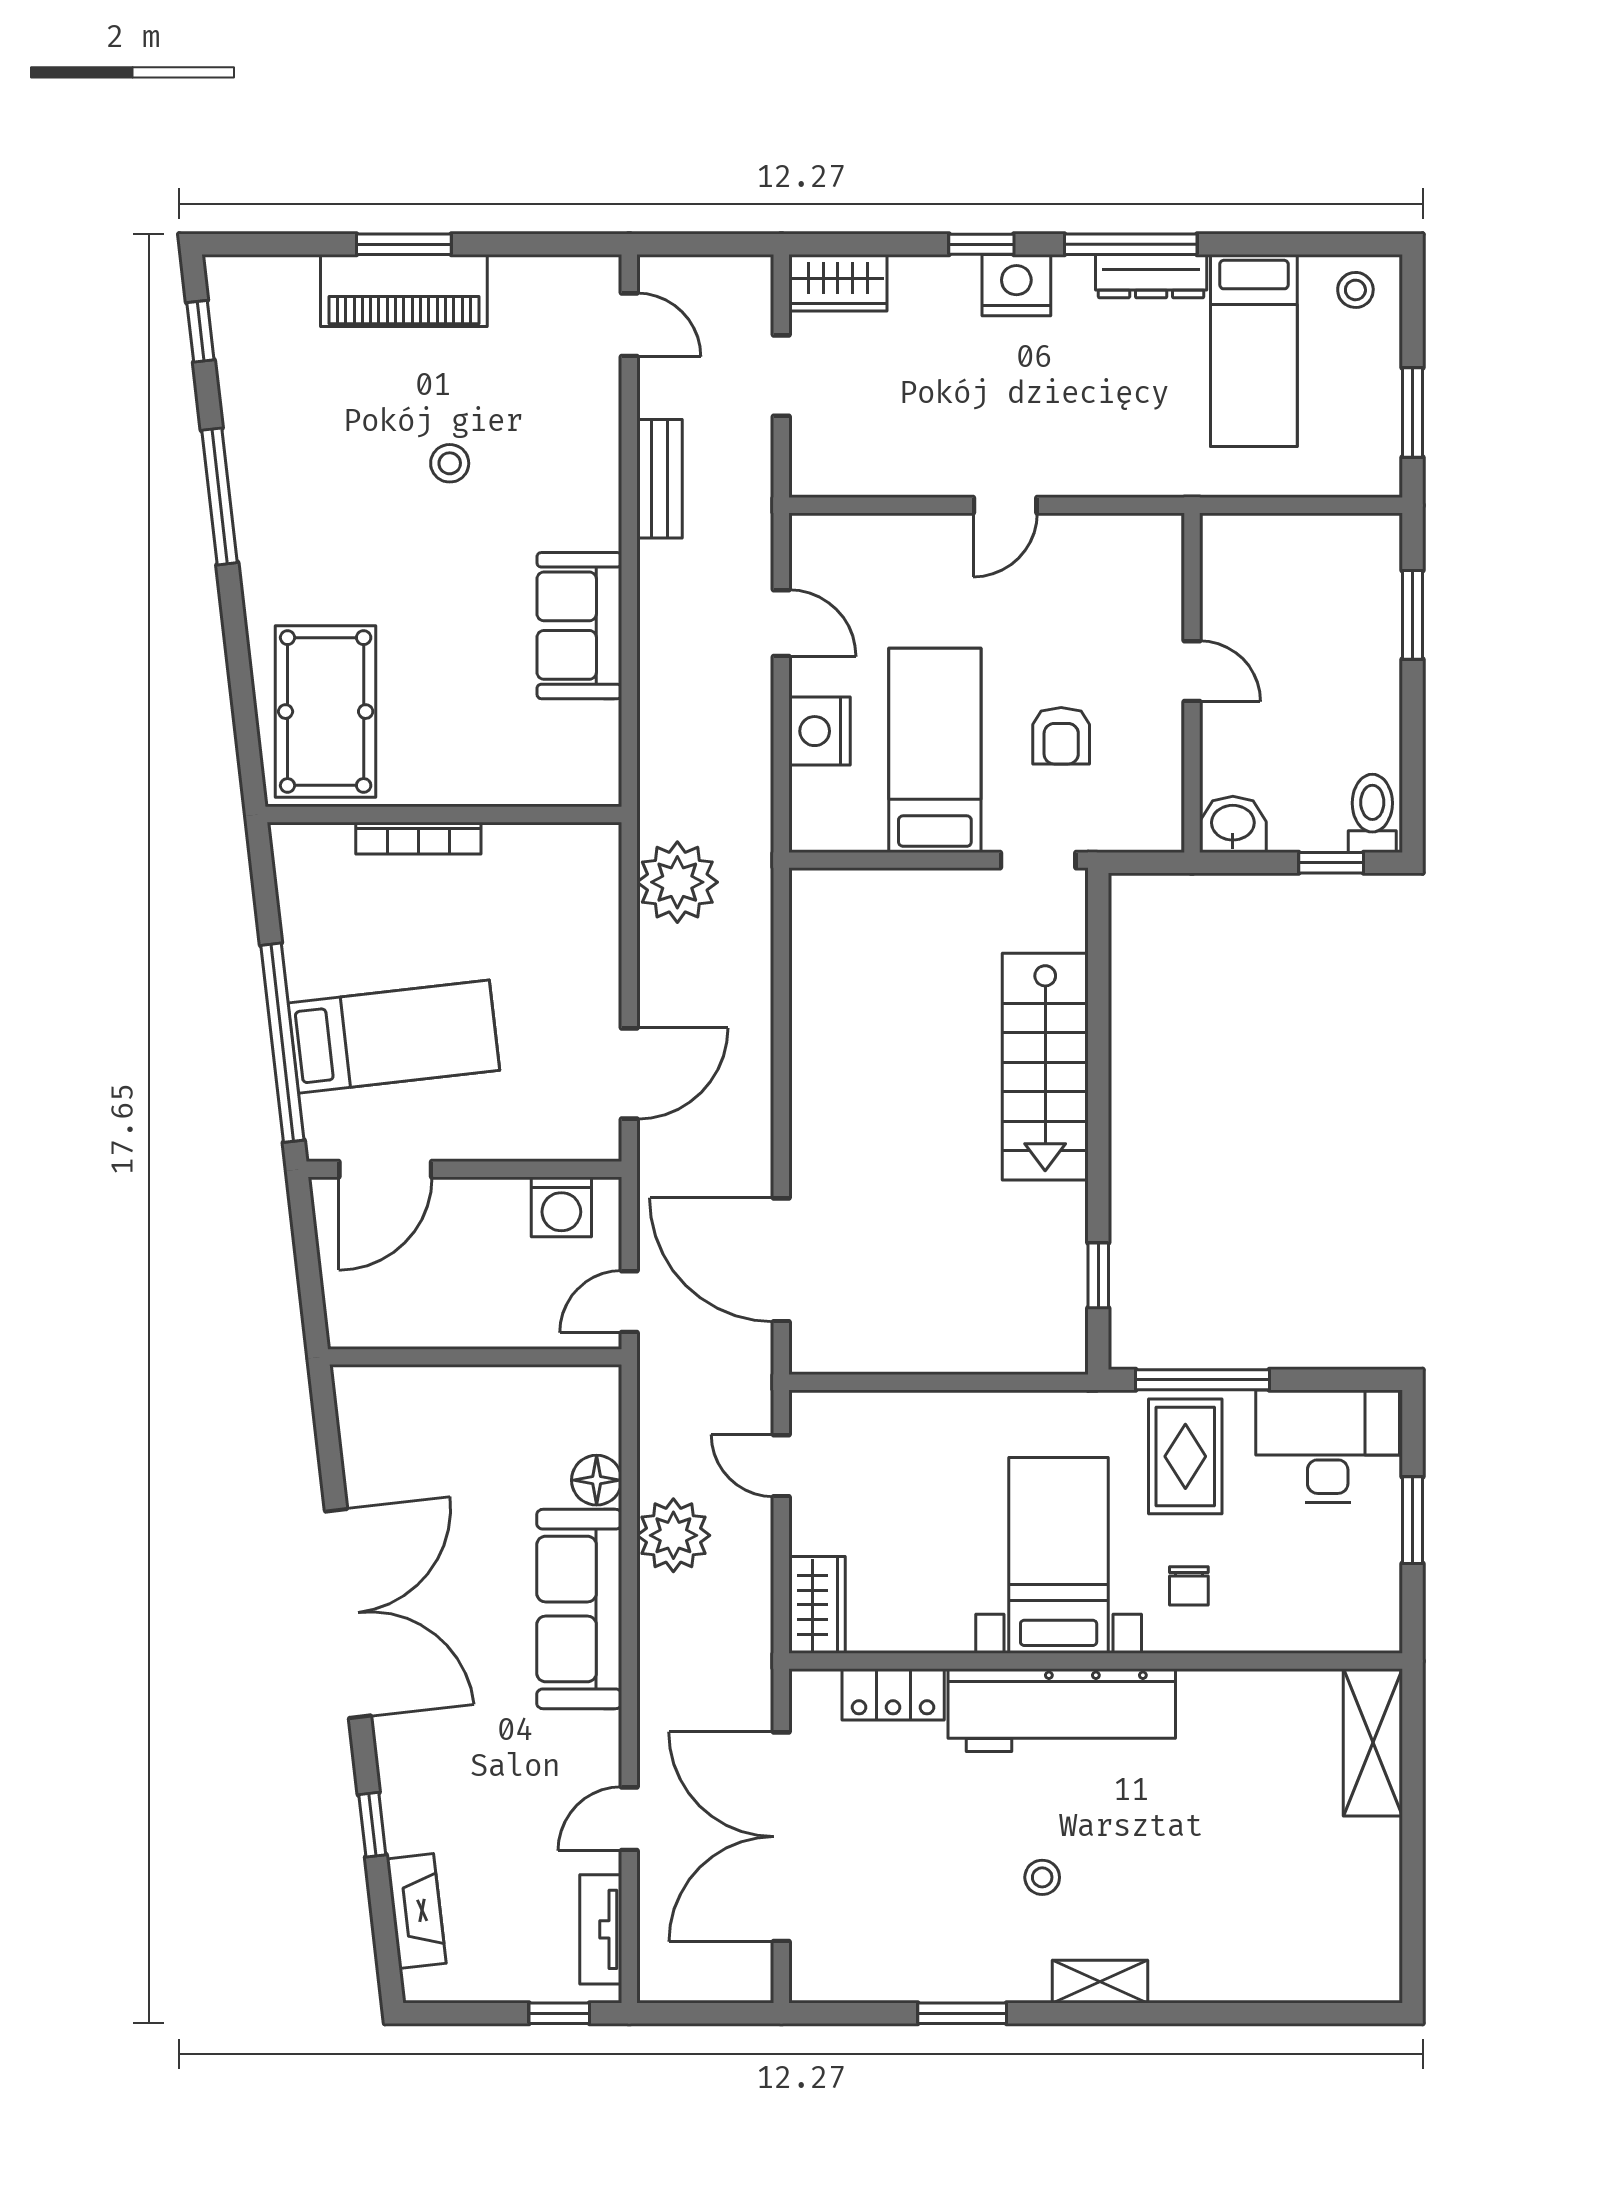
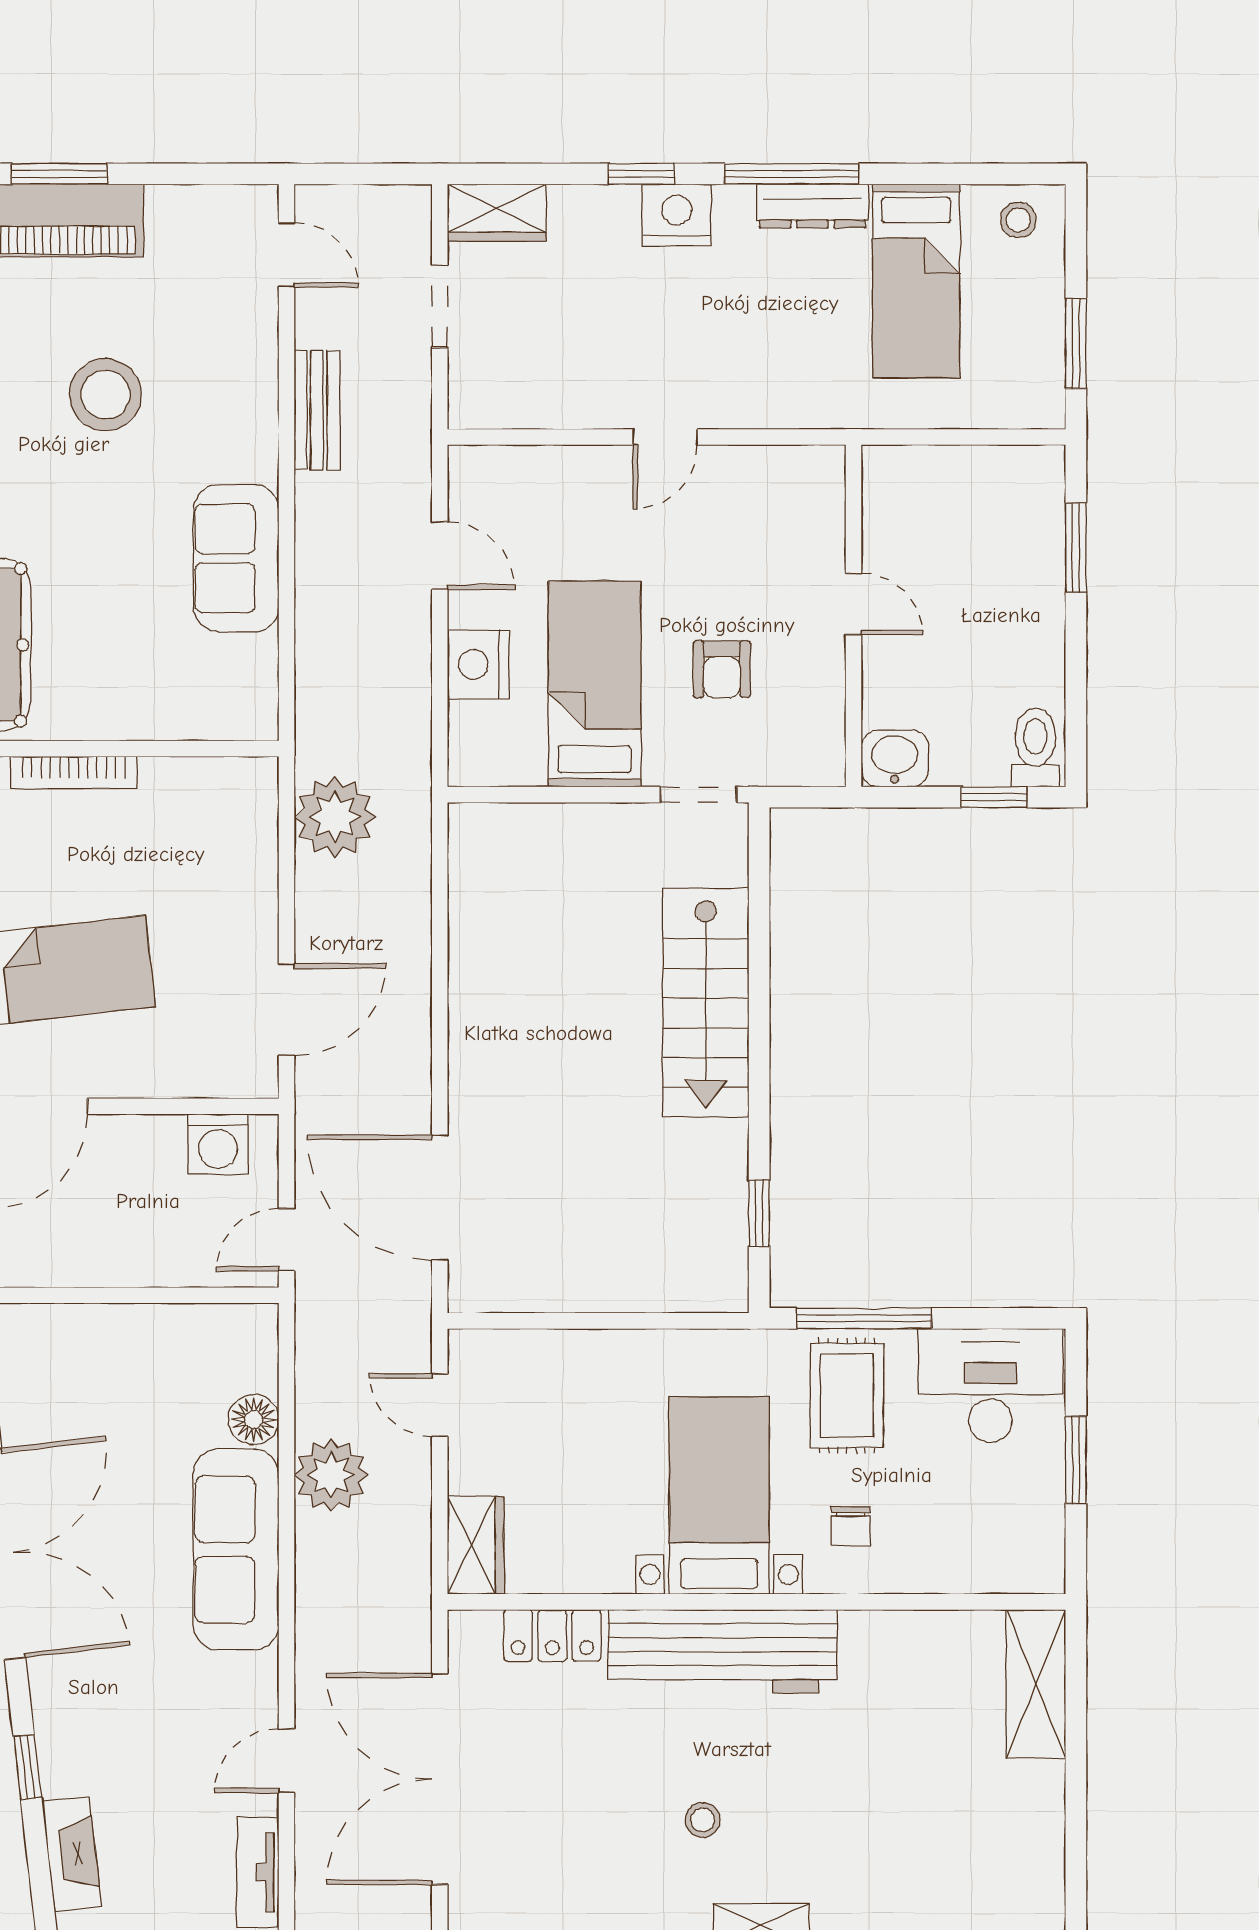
stool: (450, 463) -> (105, 395), width x1.89, depth x1.89

